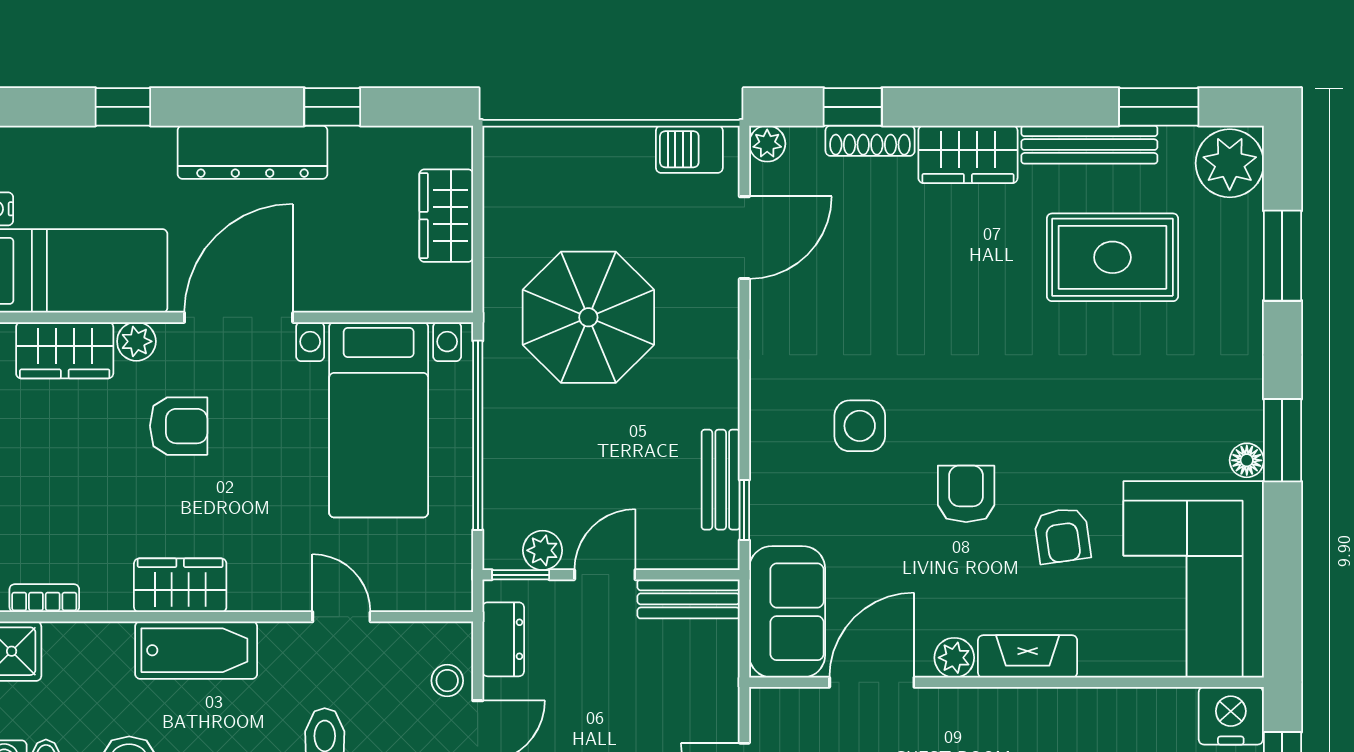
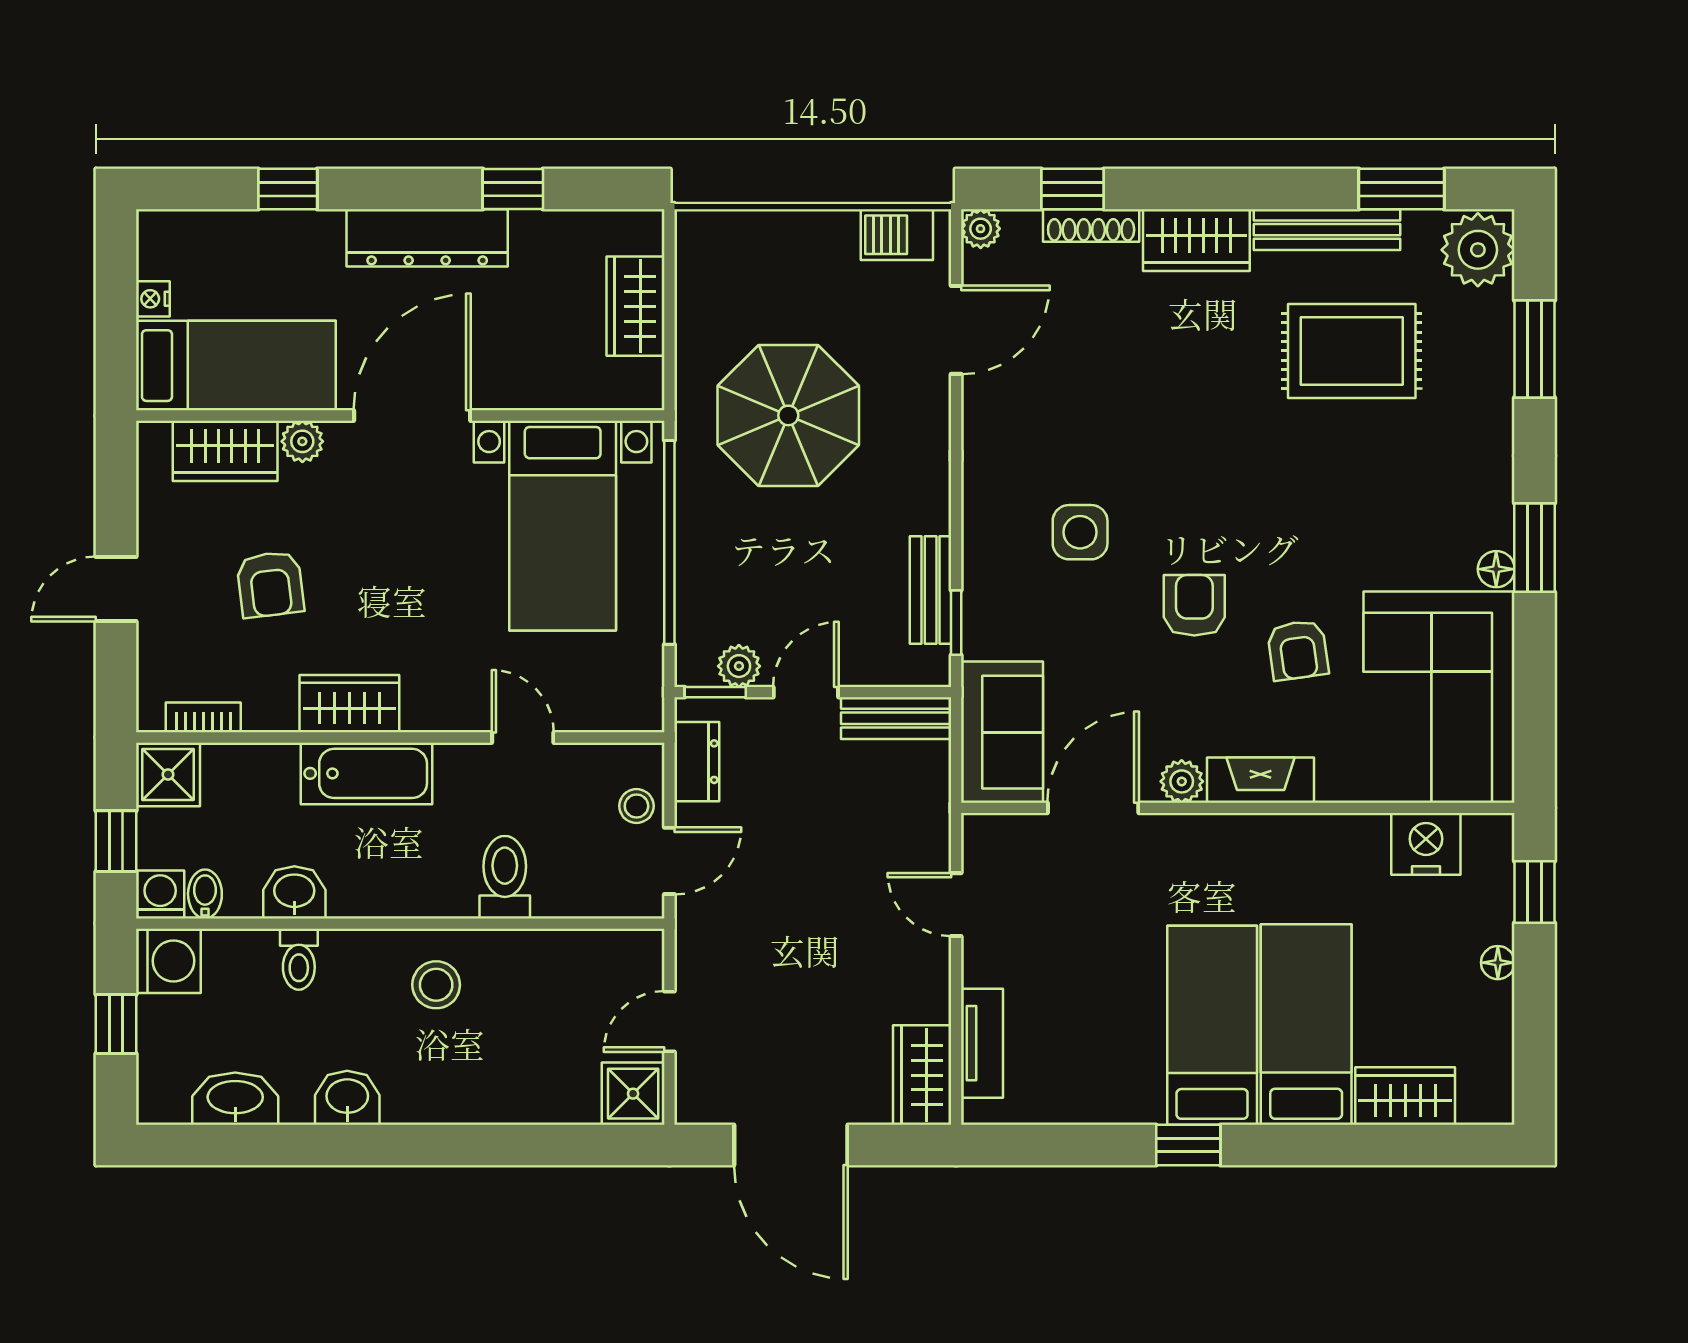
armchair: (179, 426) -> (270, 584), moved, turned 83
nightstand: (1231, 716) -> (1426, 844), moved

